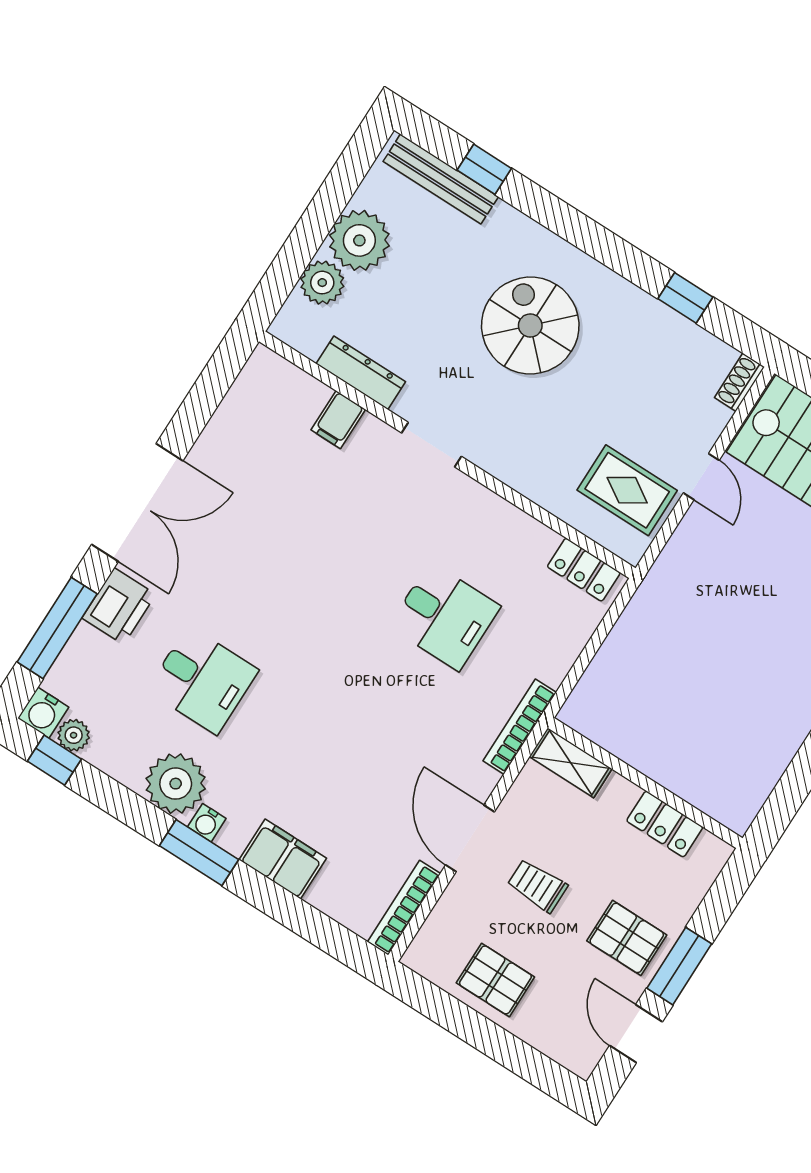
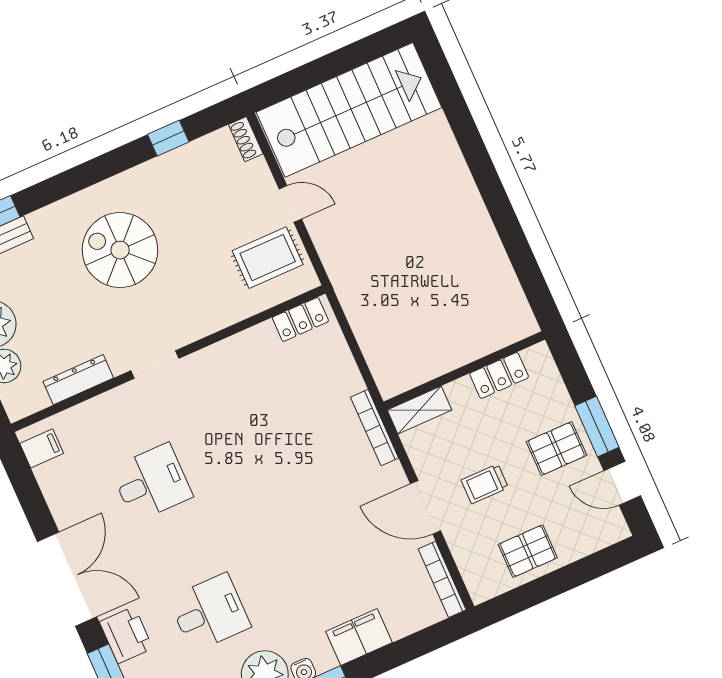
filing cabinet: (338, 420) -> (42, 448), moved, turned -90
desk: (445, 616) -> (152, 482), moved

